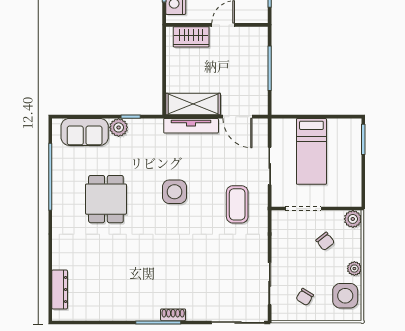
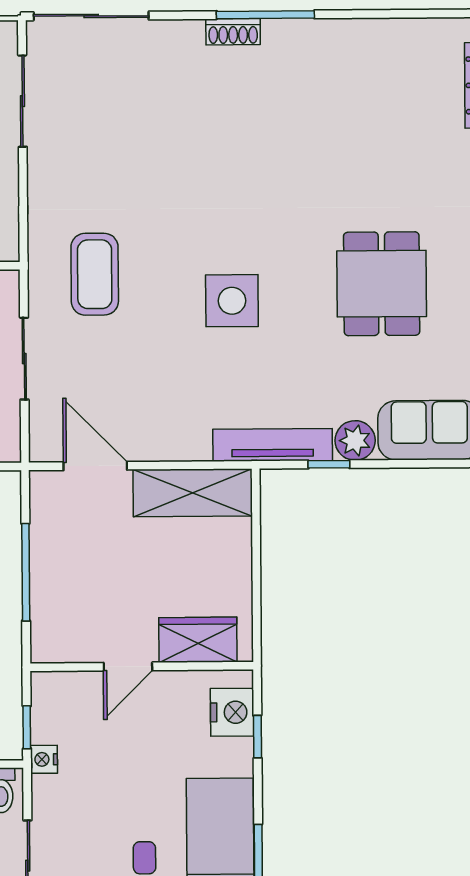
tv unit: (191, 126) -> (273, 445), moved

